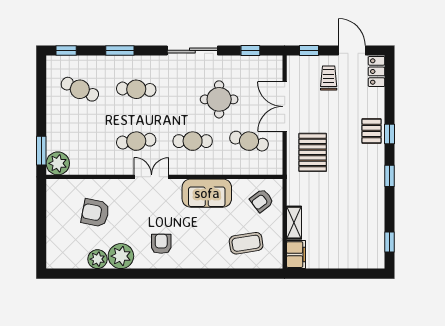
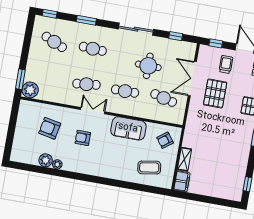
pallet: (313, 152) -> (215, 94), moved
armchair: (161, 244) -> (83, 138), moved, turned -90
plant: (121, 256) -> (57, 164), width x0.53, depth x0.53

